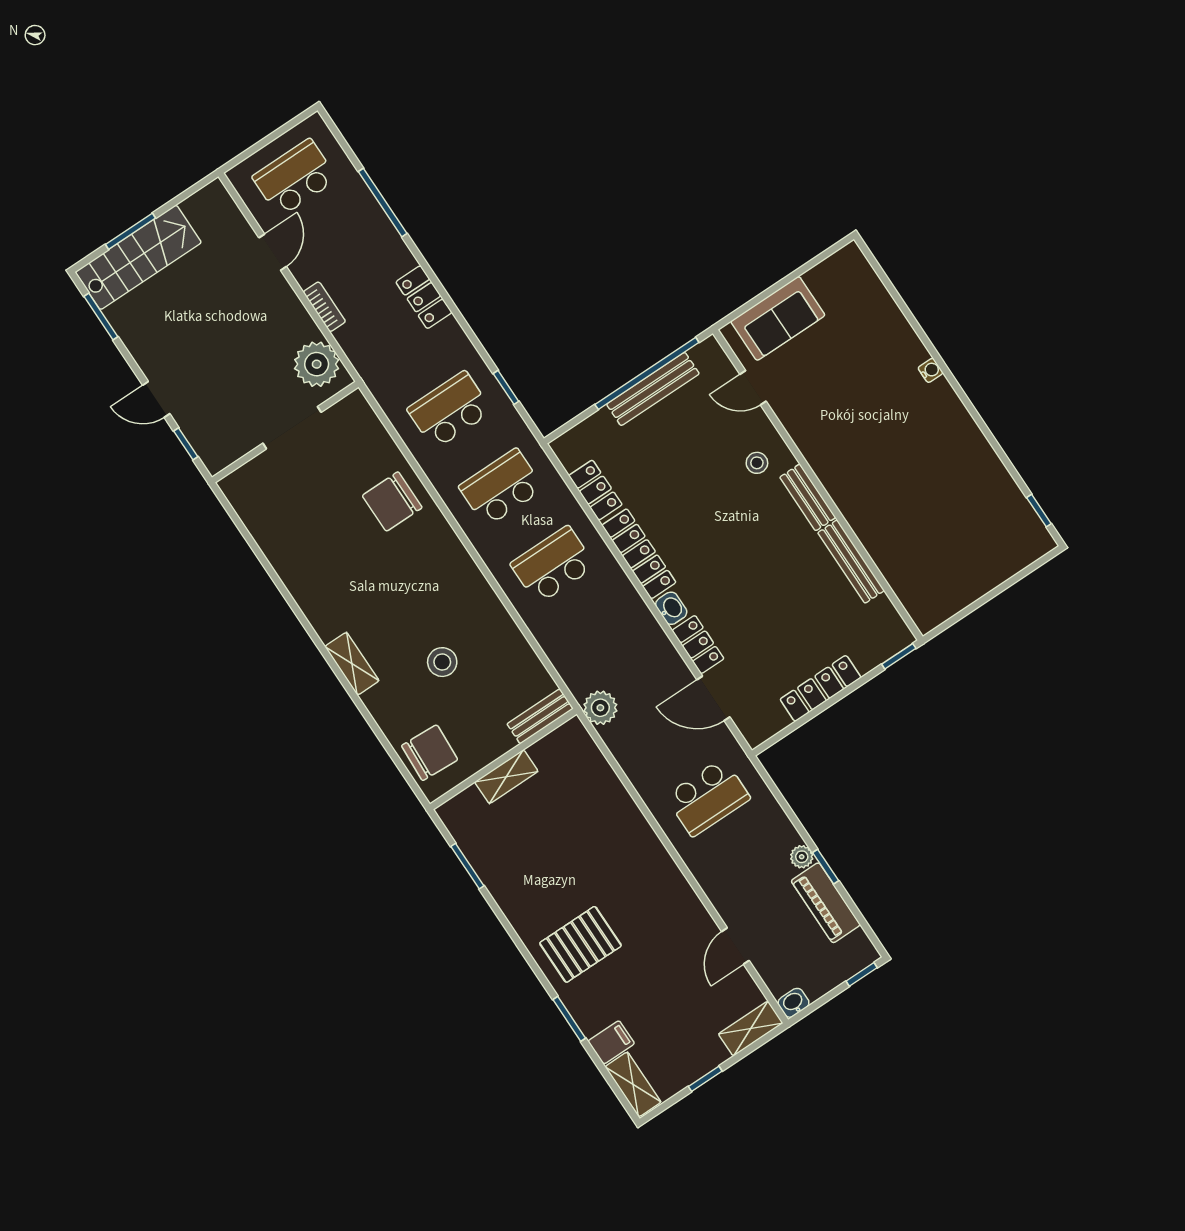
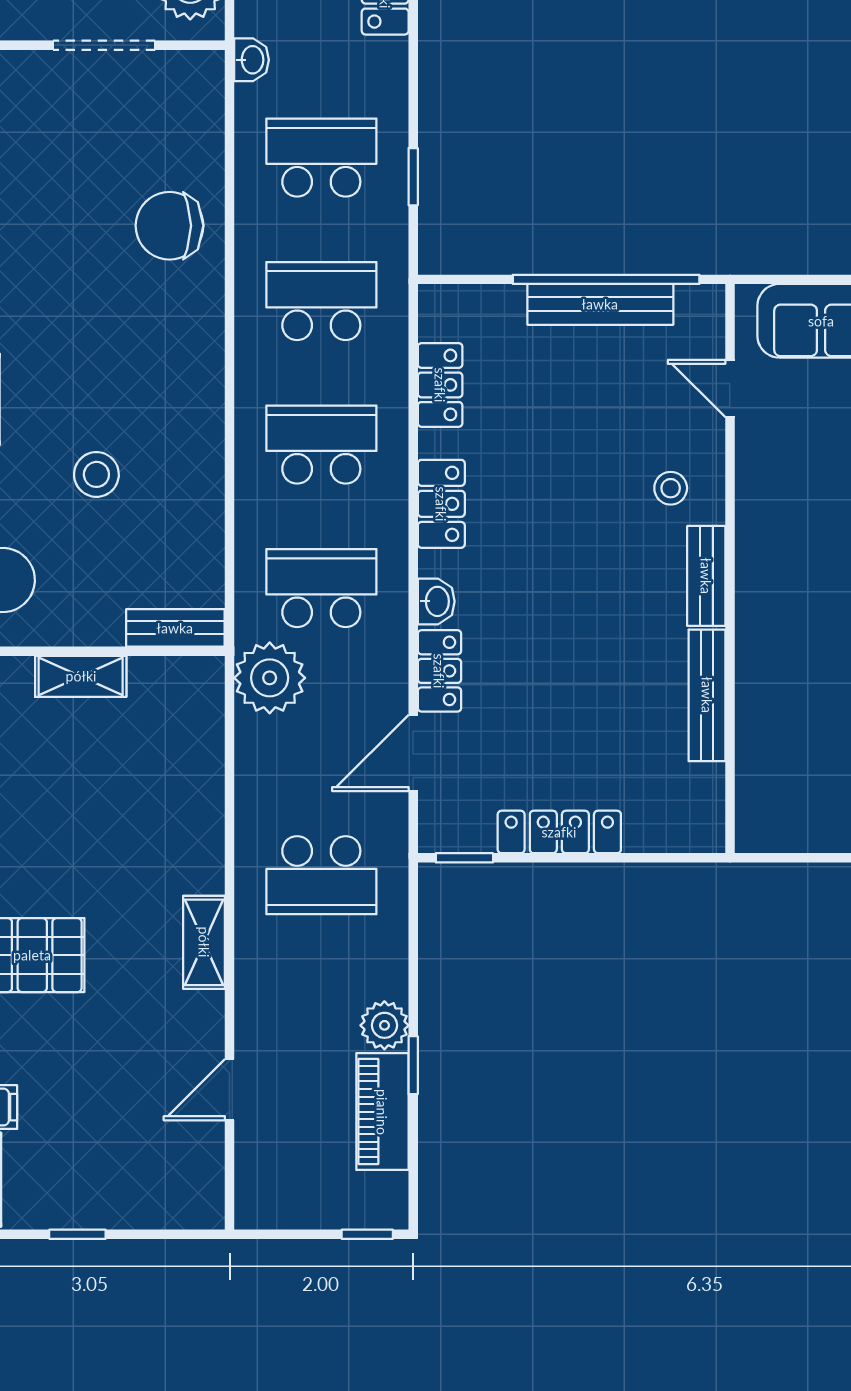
locker: (639, 554) -> (441, 504), width x0.66
school desk: (604, 642) -> (321, 588), added
window: (899, 656) -> (464, 858), moved
door: (713, 698) -> (413, 753), hinge flipped
plant: (600, 708) -> (270, 678), width x1.36, depth x1.36
plant: (802, 857) -> (384, 1025), width x1.38, depth x1.38
washbasin: (794, 1003) -> (251, 60), moved, turned 90
shelving: (751, 1029) -> (204, 942), moved, turned 90

